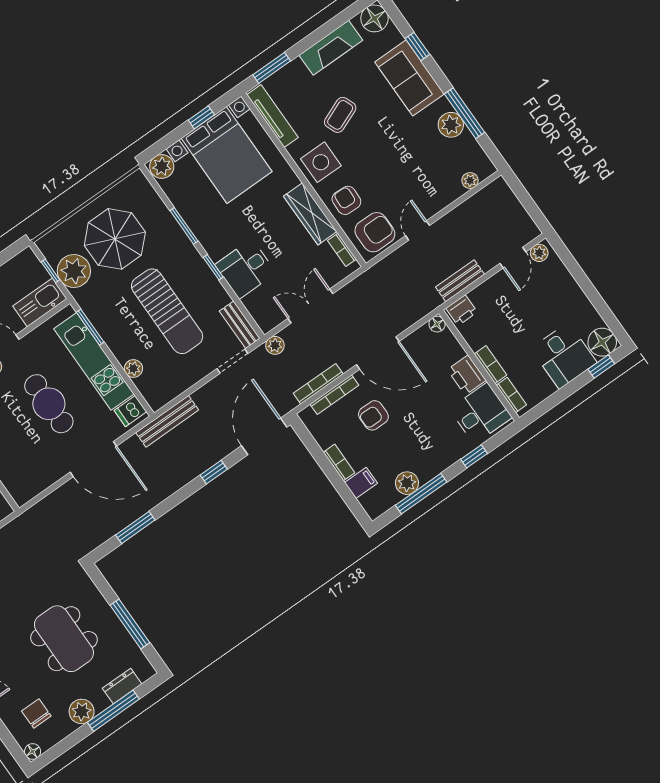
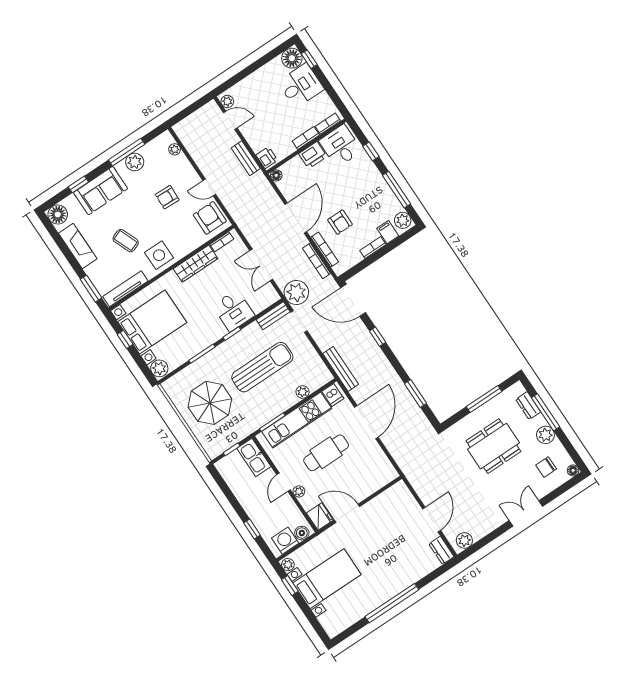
armchair: (346, 200) -> (167, 197), moved
plant: (74, 271) -> (232, 433), removed
plant: (275, 345) -> (296, 293), width x1.88, depth x1.88
plant: (407, 483) -> (403, 220), moved

